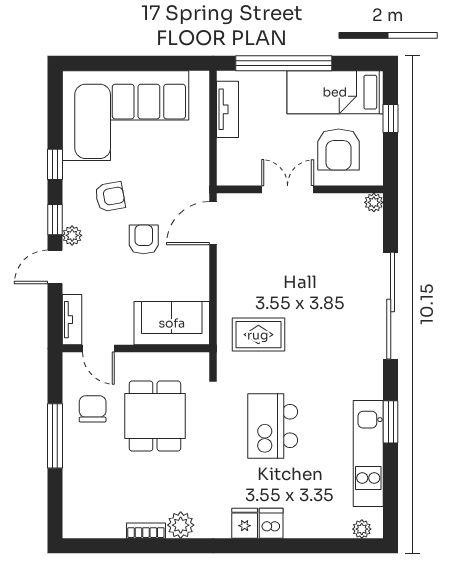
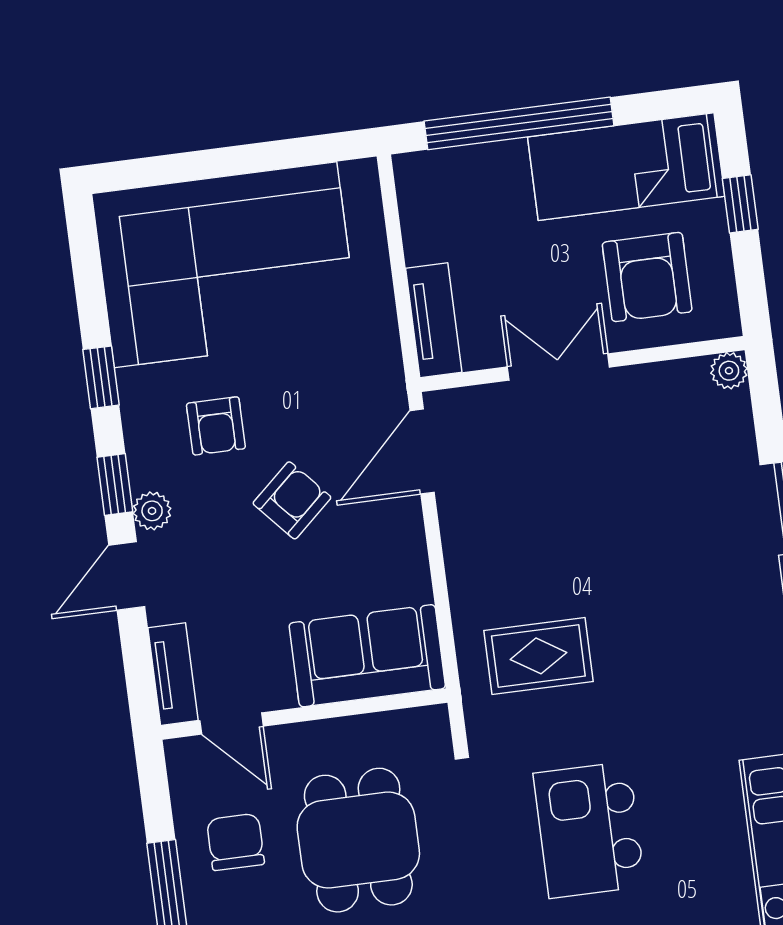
tv unit: (227, 109) -> (434, 320), moved
armchair: (110, 197) -> (216, 426), turned 100
armchair: (144, 239) -> (292, 500), turned 48

